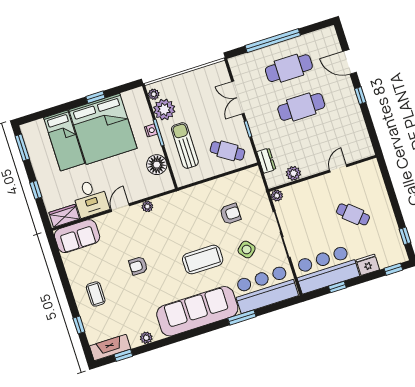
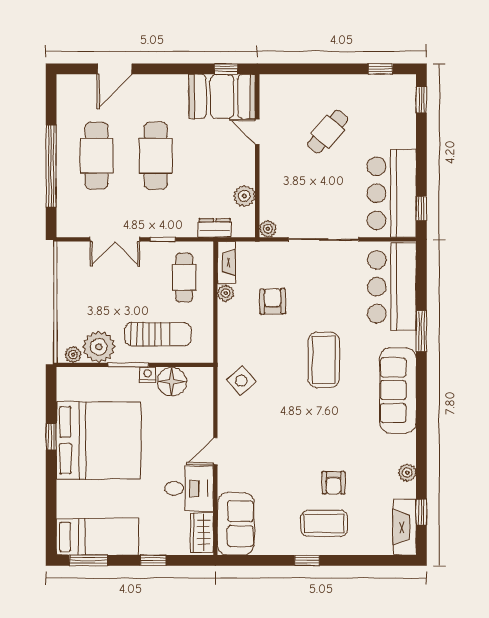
window: (360, 96) -> (226, 69), moved
nightstand: (151, 130) -> (148, 374), moved
booth: (354, 138) -> (222, 96), added
bed: (64, 140) -> (97, 537), moved
sun lounger: (185, 146) -> (158, 334), turned 180
cafe table: (227, 151) -> (184, 278), turned -33
fireplace: (246, 175) -> (226, 262), added
plant: (147, 206) -> (226, 293), moved
door: (120, 208) -> (215, 451), hinge flipped
side table: (247, 250) -> (241, 381), moved
fridge: (368, 265) -> (404, 133), removed
armchair: (138, 266) -> (333, 483), moved
window: (337, 287) -> (421, 208), moved
coffee table: (96, 294) -> (324, 523), width x1.36, depth x1.30
sofa: (197, 311) -> (398, 390), width x0.74, depth x0.79
window: (79, 325) -> (307, 560), moved

